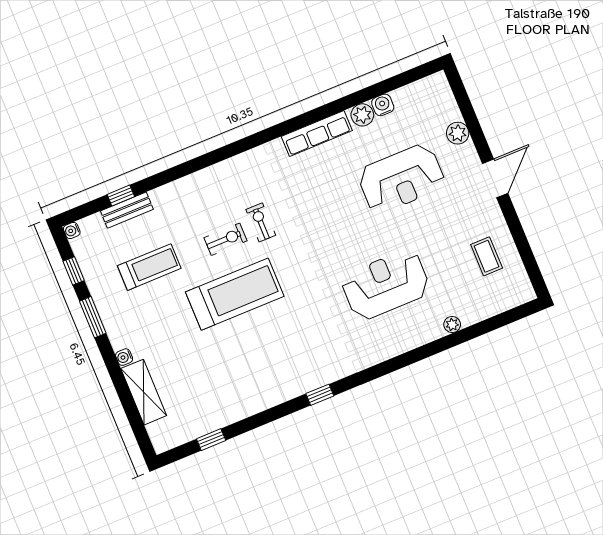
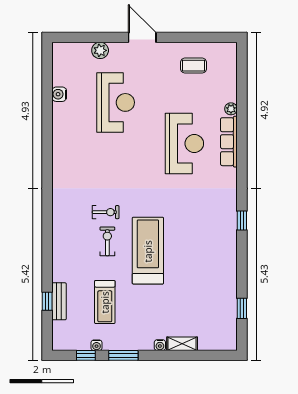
plant: (362, 115) -> (60, 111), removed
row of seats: (317, 133) -> (229, 142), moved, turned 180
exercise bike: (261, 222) -> (106, 212), turned 180
water cooler: (72, 230) -> (97, 345), moved
treadmill: (149, 267) -> (105, 302), turned 180
reception desk: (386, 285) -> (184, 143), turned 180
shelving: (144, 392) -> (182, 344), width x0.67, depth x0.75

